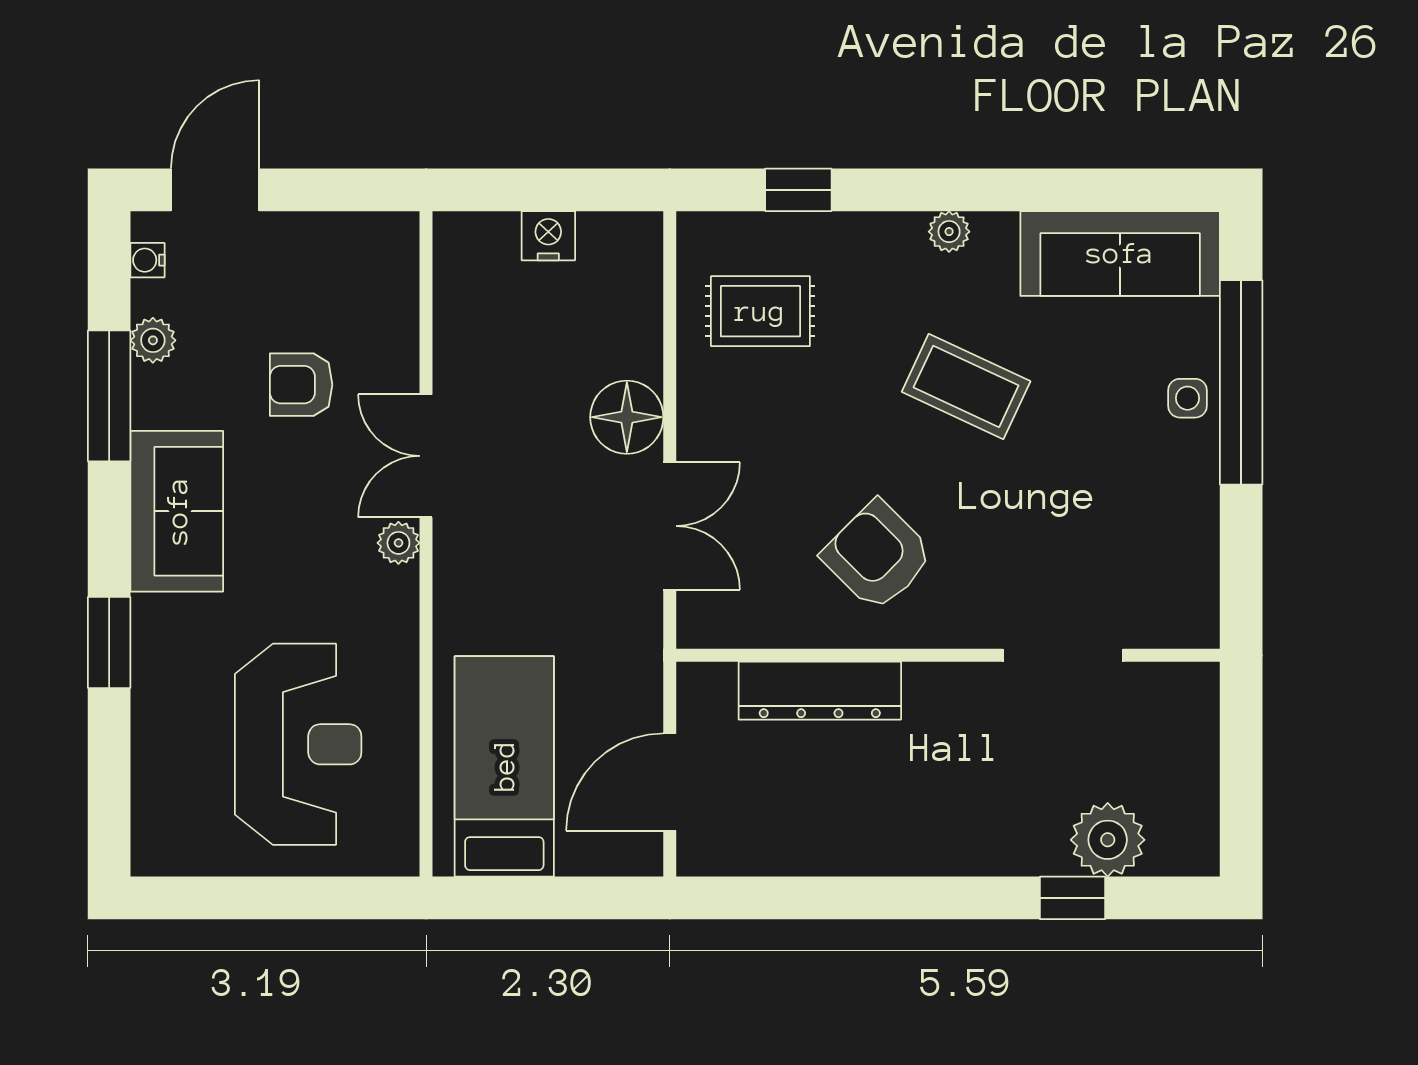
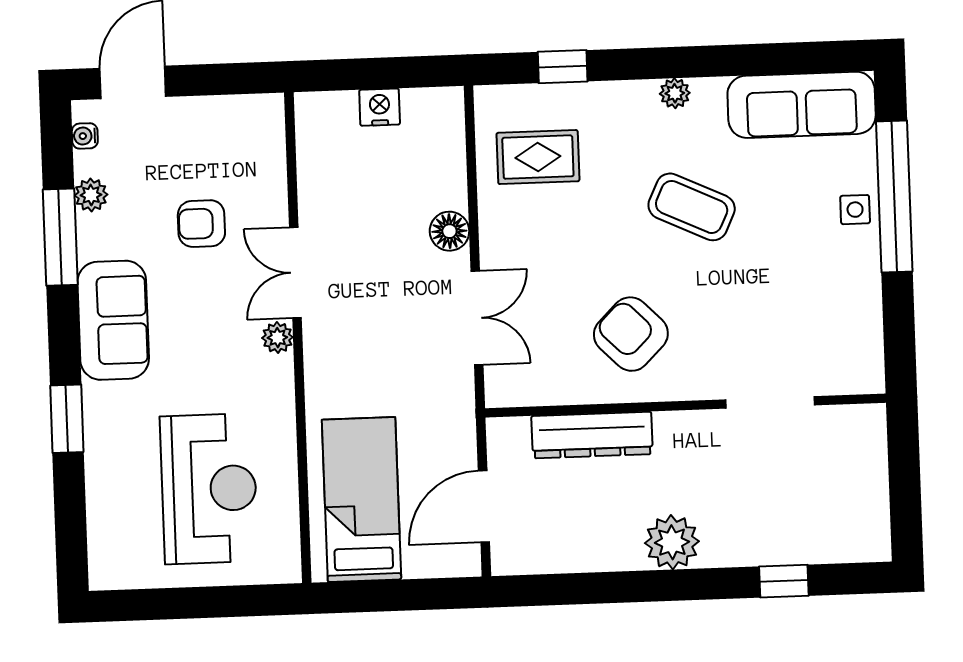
floor lamp: (627, 417) -> (449, 231), width x0.73, depth x0.73
plant: (1108, 840) -> (672, 542), moved

